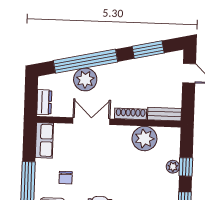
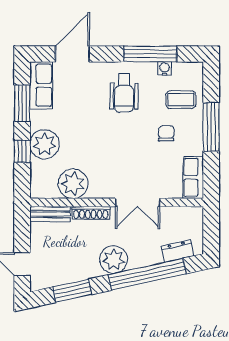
plant: (85, 79) -> (114, 260), moved
dresser: (44, 102) -> (178, 251), moved, turned 78
plant: (173, 167) -> (45, 144), width x1.88, depth x1.88

